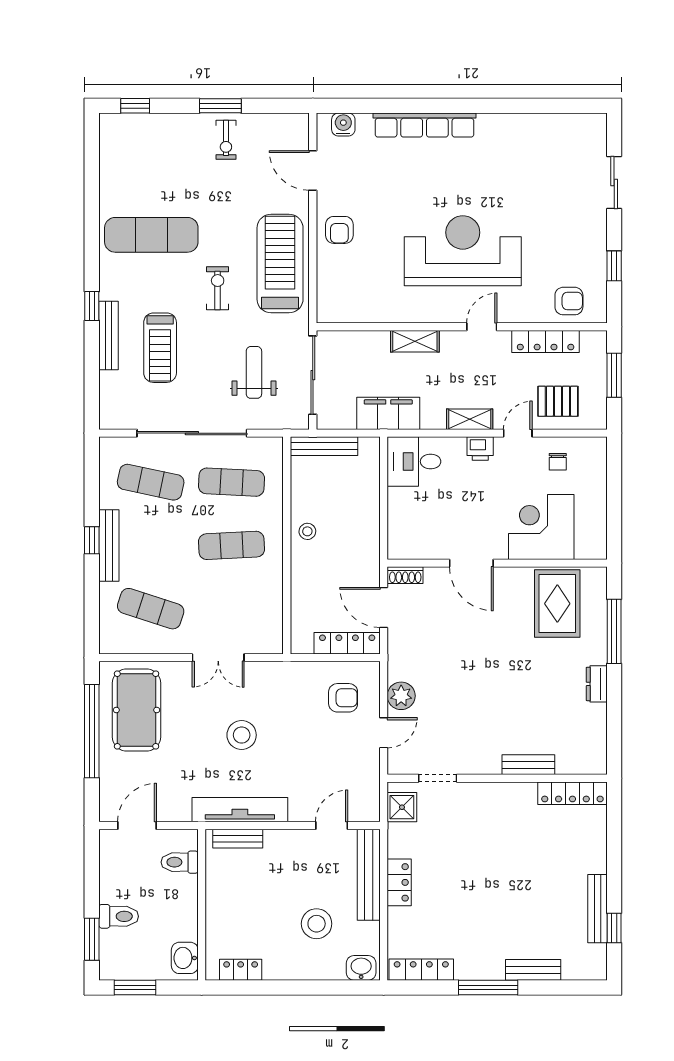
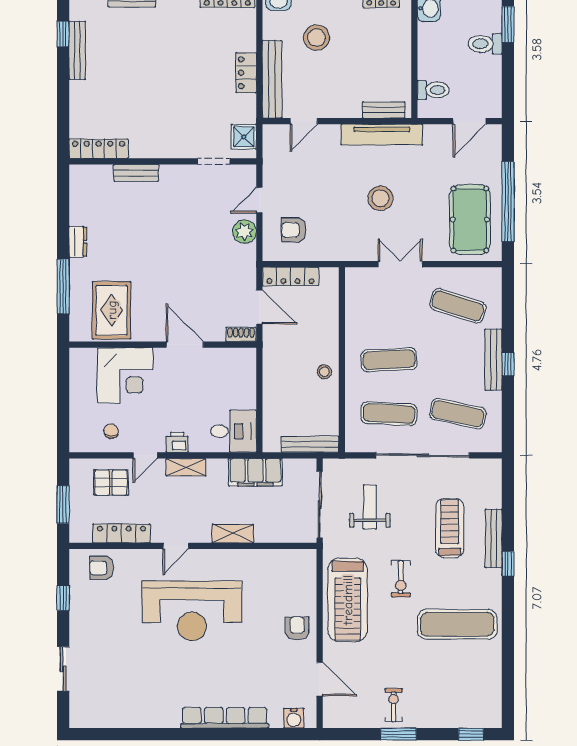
weight bench: (254, 372) -> (370, 507), turned 180

